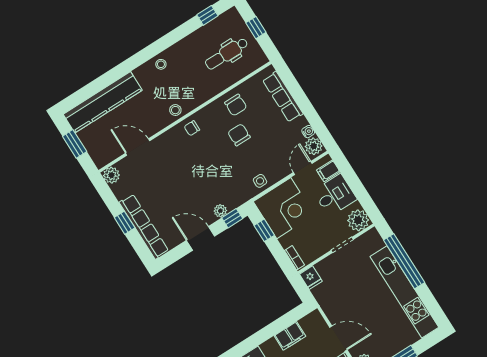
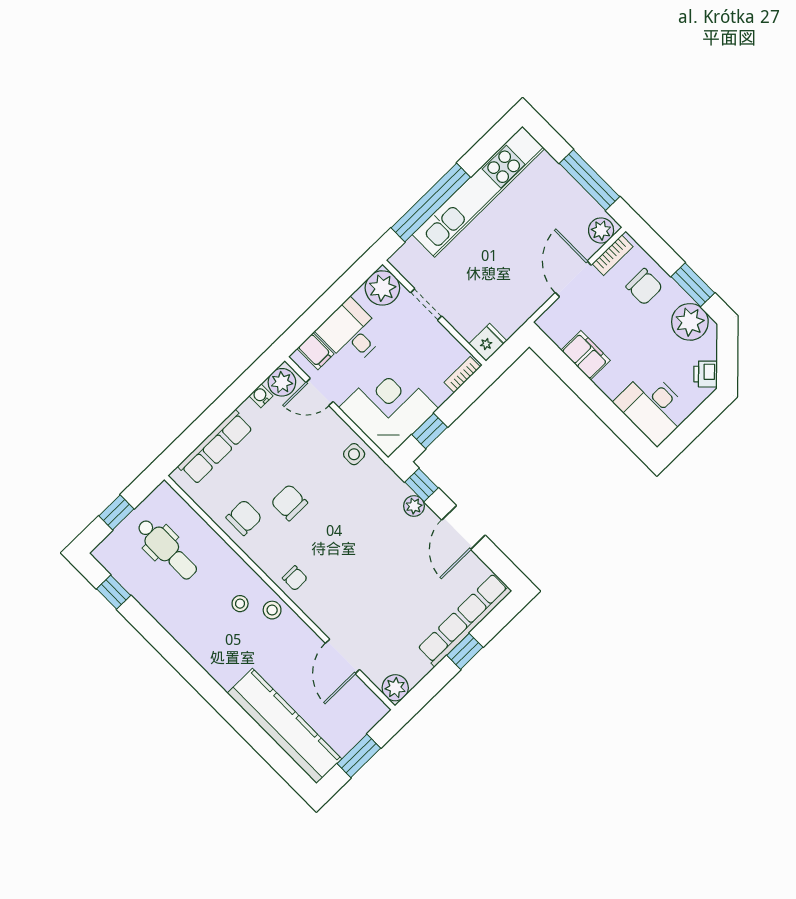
stool: (161, 64) -> (240, 604), moved
chair: (239, 135) -> (289, 503), turned 90

